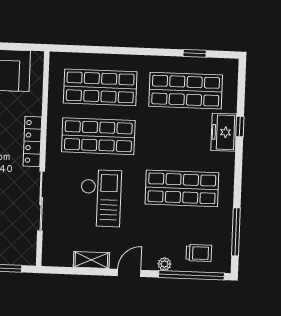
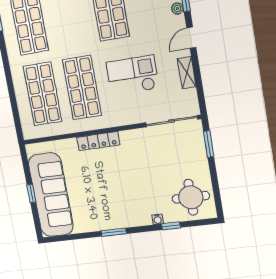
sliding door: (41, 201) -> (172, 121), moved
door: (129, 273) -> (191, 38), hinge flipped

